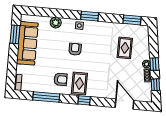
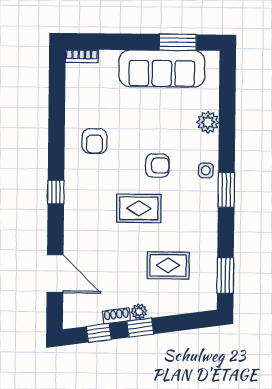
rug: (79, 83) -> (139, 208), moved
window: (46, 97) -> (57, 115), removed
door: (125, 104) -> (55, 274), hinge flipped

